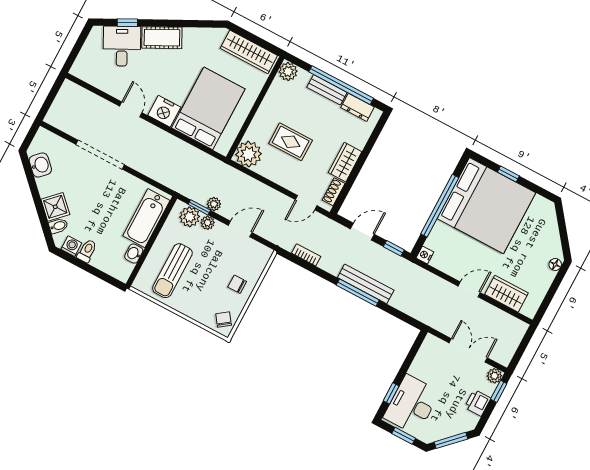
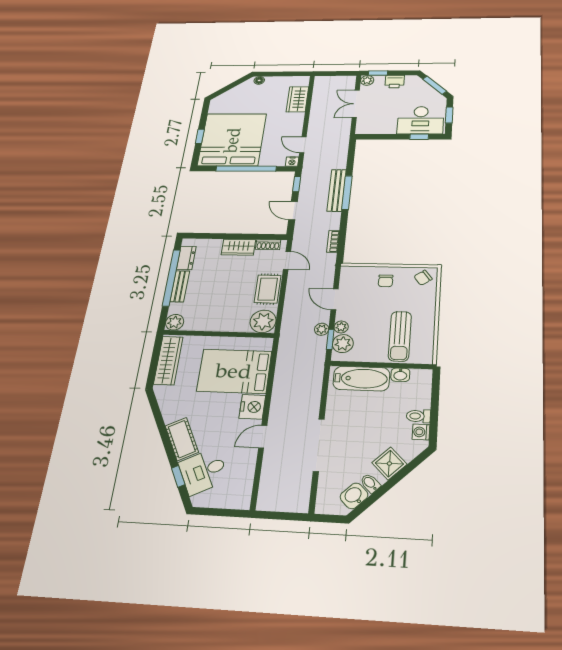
rug: (291, 142) -> (268, 289), moved
bidet: (58, 226) -> (370, 483), moved
sun lounger: (172, 271) -> (400, 336), turned 90
door: (469, 289) -> (303, 145), moved

